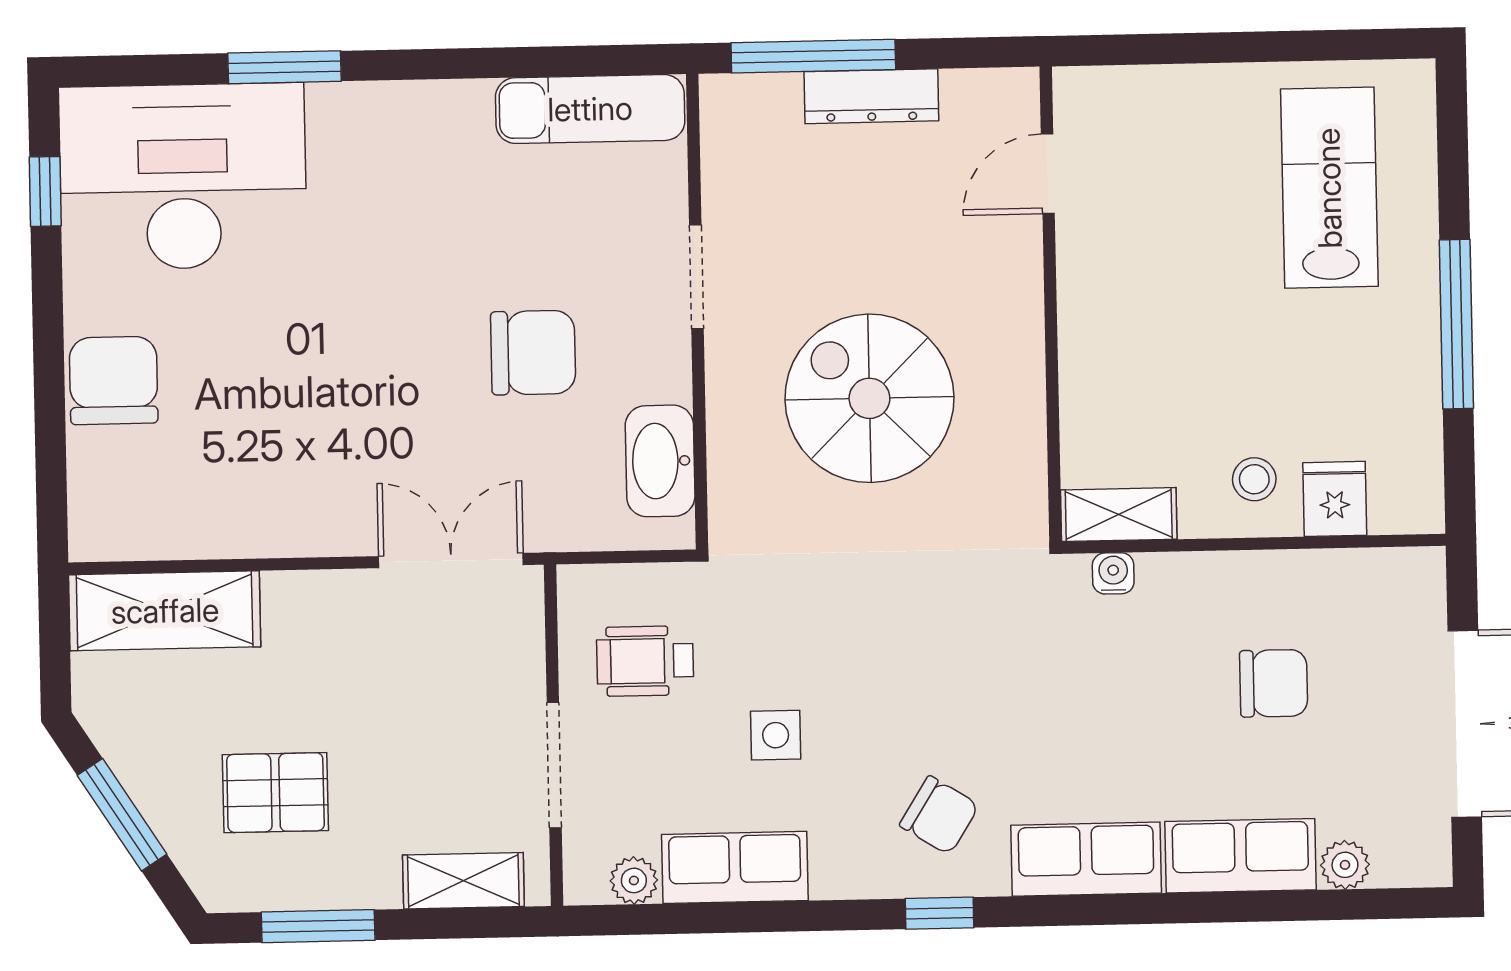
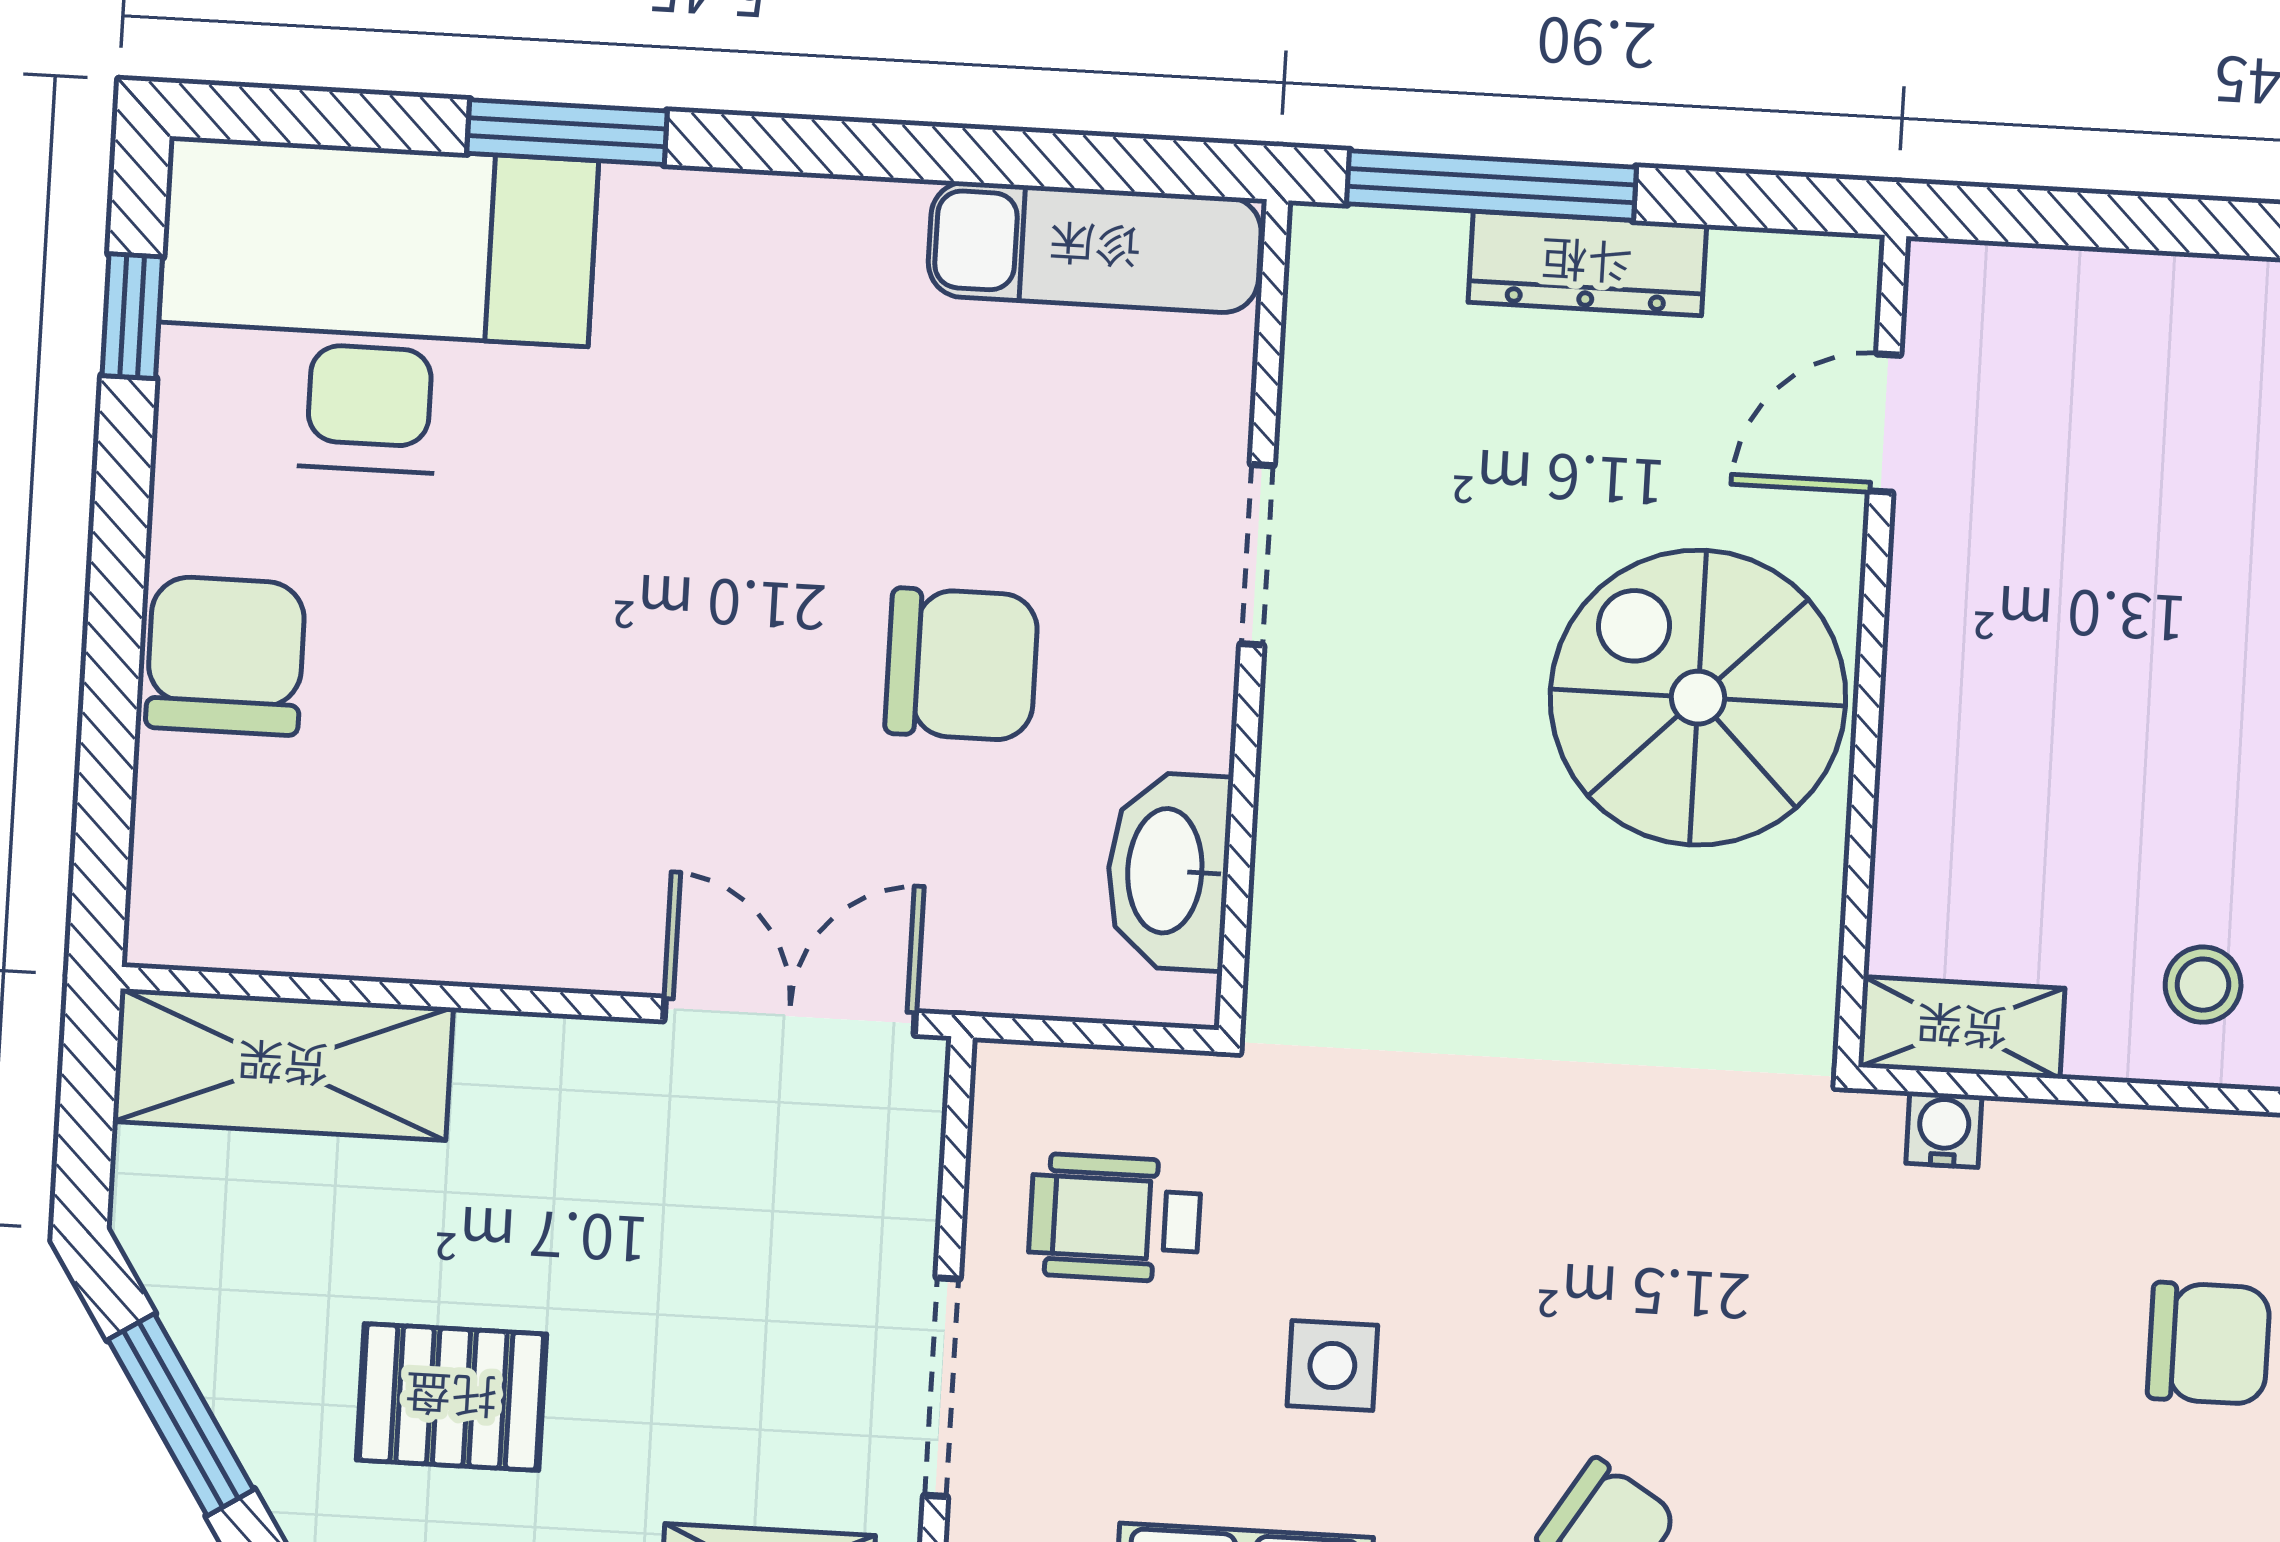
spiral stairs: (869, 398) -> (1698, 698), moved

